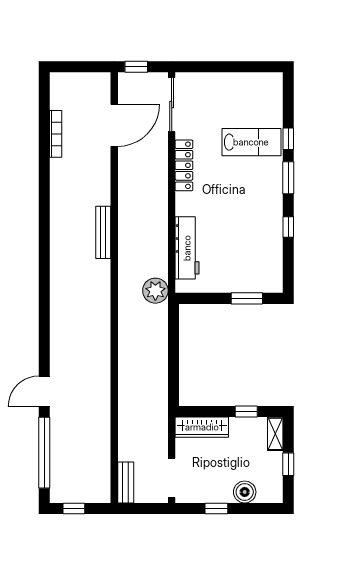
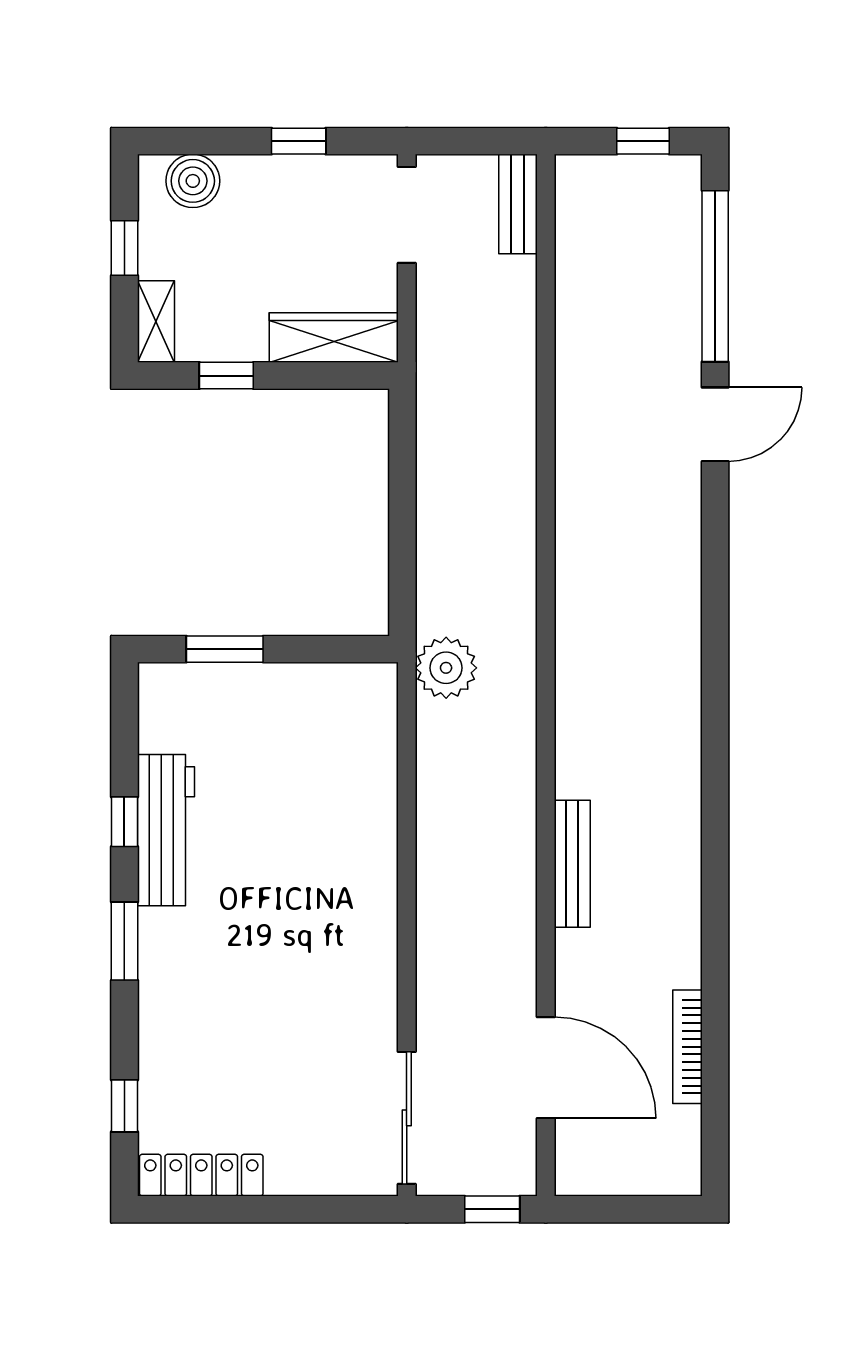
door: (114, 125) -> (546, 1068), swing flipped
window: (288, 139) -> (124, 1106), moved
lab bench: (251, 142) -> (214, 1027), removed
locker: (184, 165) -> (201, 1175), moved, turned 90
bench: (103, 232) -> (572, 864), moved
workbench: (187, 248) -> (166, 830), moved, turned 180
boiler: (245, 492) -> (193, 181), moved

